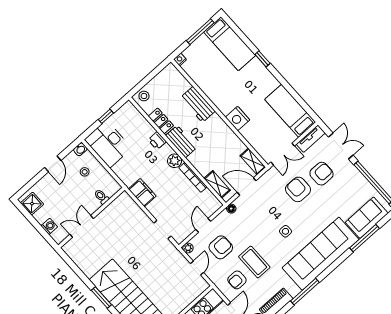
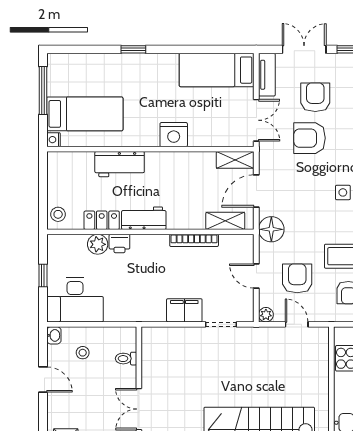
bed: (230, 44) -> (85, 114), moved
plant: (175, 161) -> (98, 244), moved
filing cabinet: (142, 193) -> (184, 310), moved
floor lamp: (231, 209) -> (271, 229), width x1.89, depth x1.89

